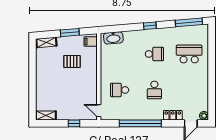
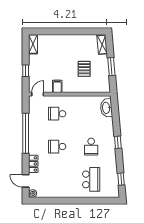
window: (189, 22) -> (121, 179), width x0.46
filing cabinet: (91, 42) -> (57, 86), moved
school desk: (120, 90) -> (57, 114), turned -90

